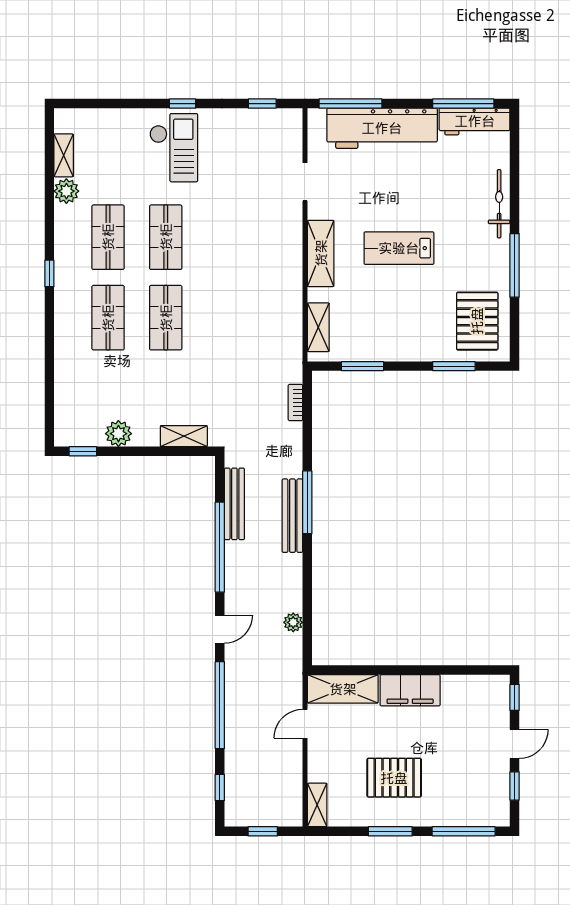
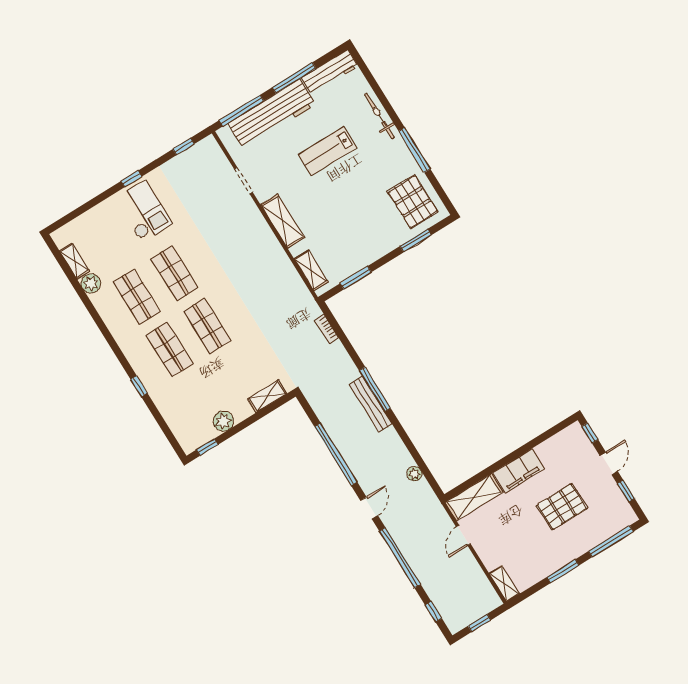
window: (463, 104) -> (294, 78), moved
lab bench: (399, 248) -> (327, 151), moved
window: (49, 273) -> (139, 386), moved
bench: (234, 504) -> (328, 420), removed
pallet: (394, 778) -> (562, 507), moved

